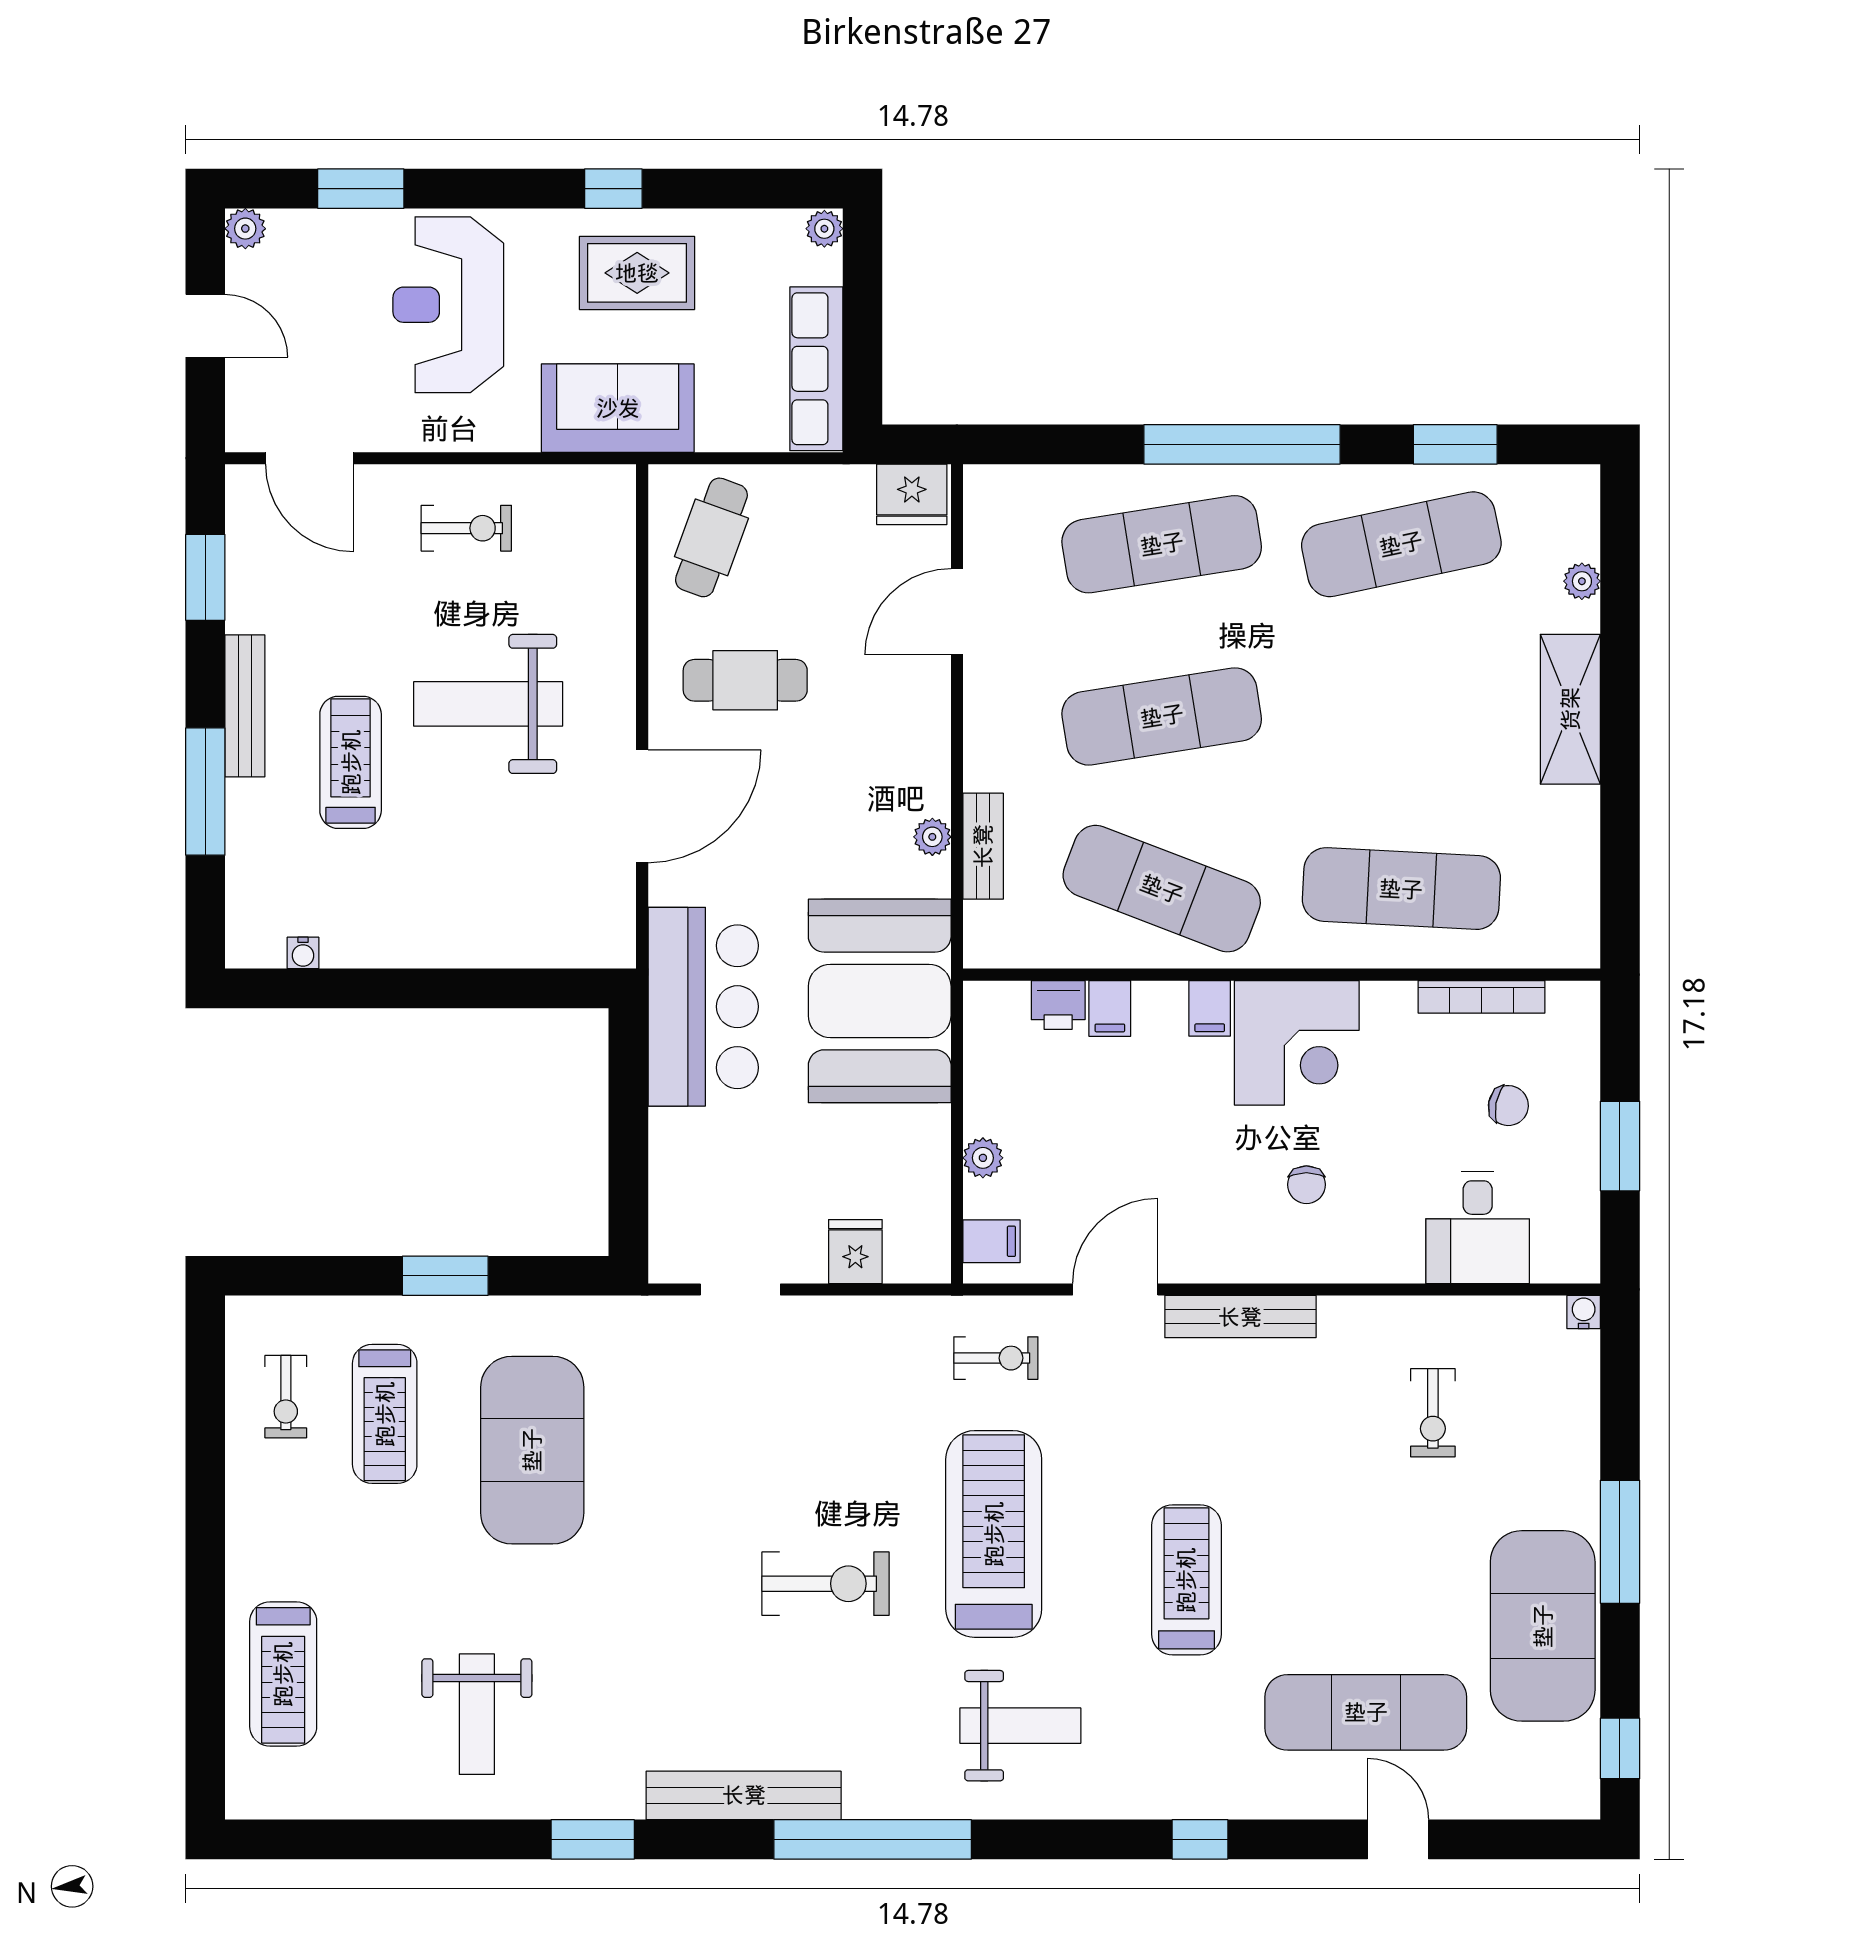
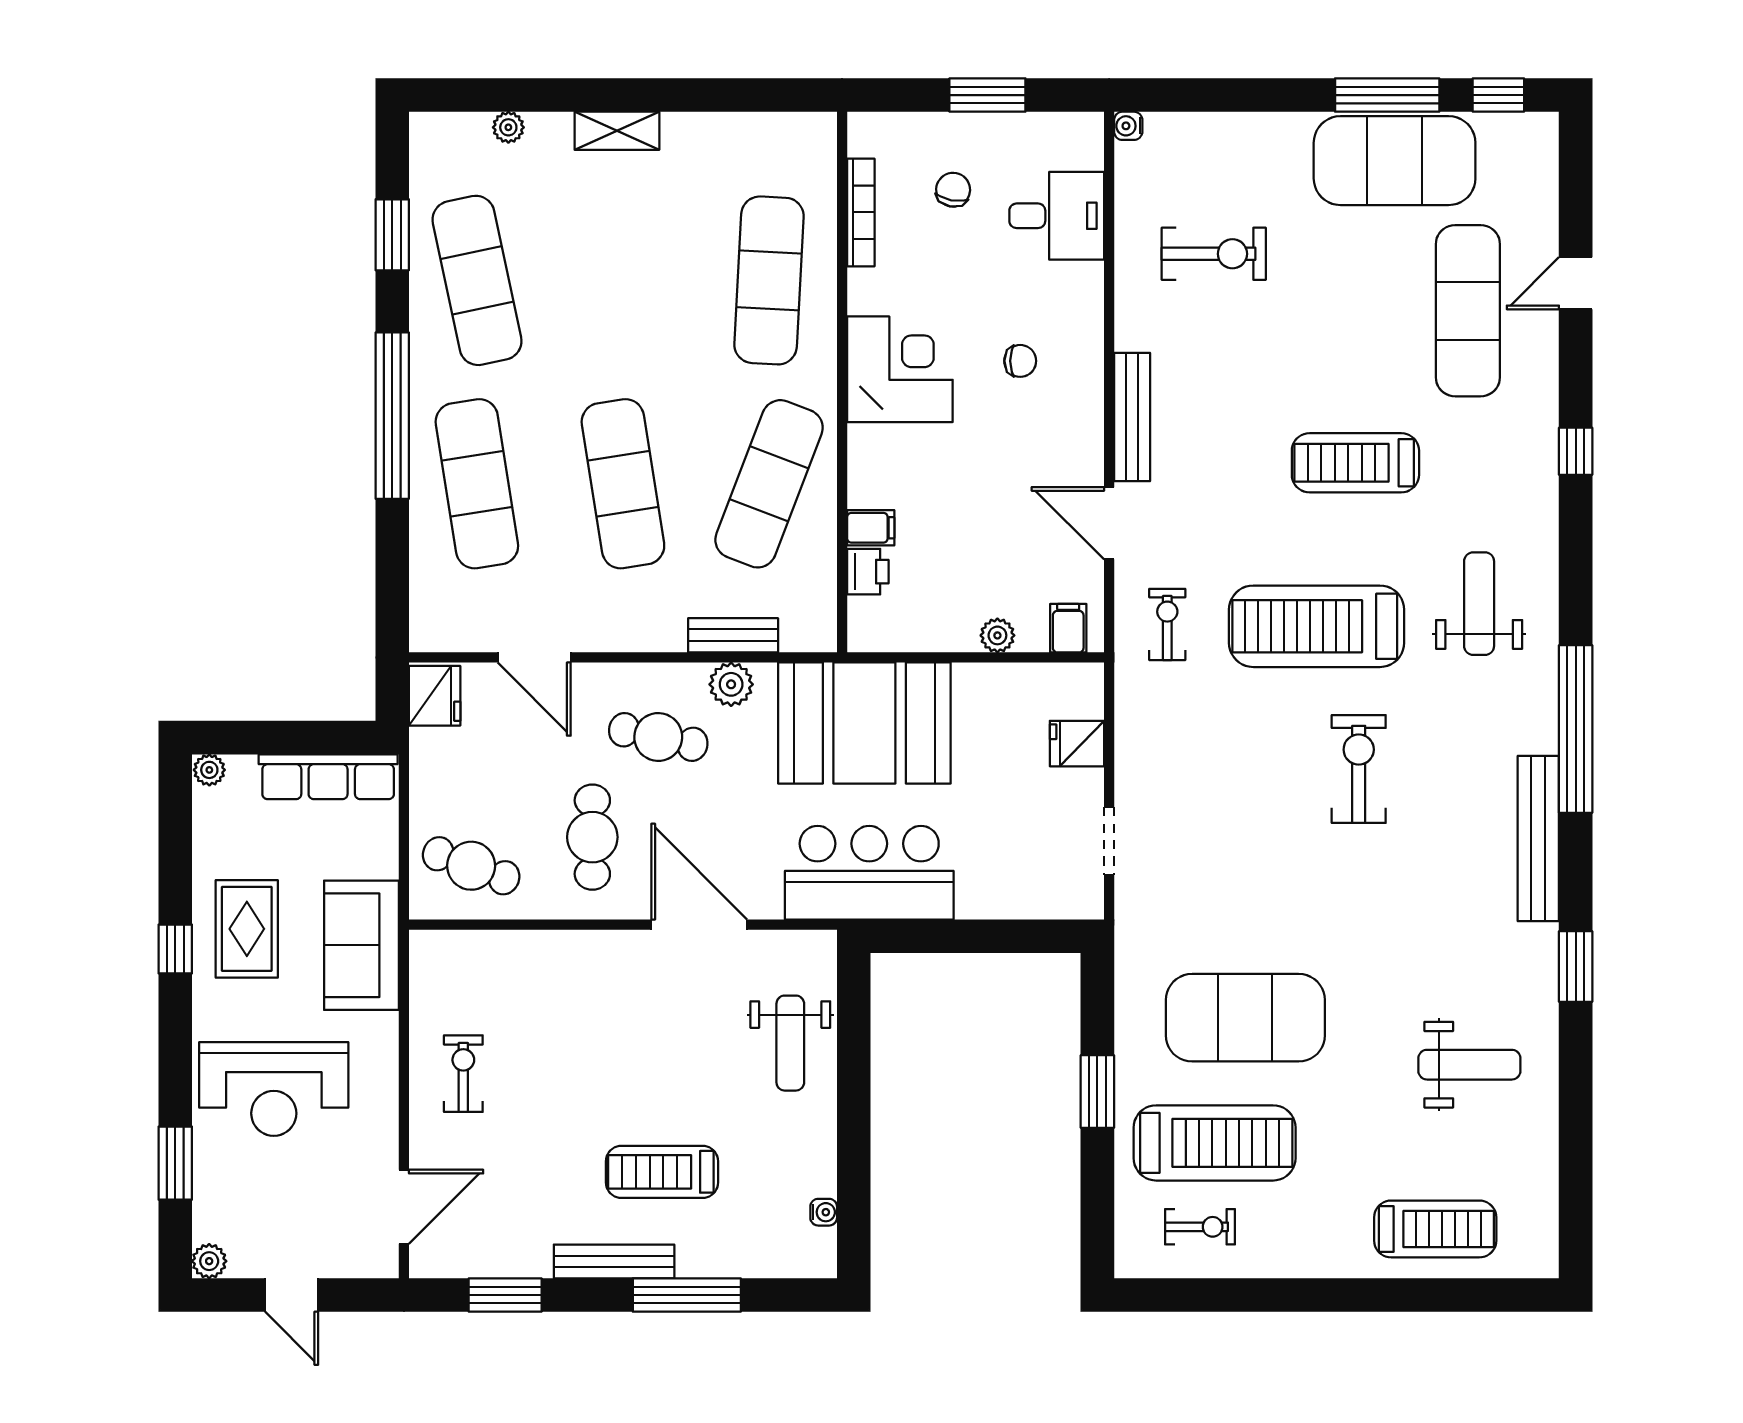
door: (205, 326) -> (292, 1295), swing flipped
weight bench: (488, 704) -> (790, 1043), moved, width x0.73, depth x0.75
shelving: (1570, 709) -> (617, 131), width x0.67, depth x0.75
cafe table: (863, 758) -> (658, 737), added
plant: (932, 837) -> (731, 684), width x1.38, depth x1.38
filing cabinet: (1210, 1008) -> (871, 443), removed
exercise bike: (1433, 1413) -> (1214, 254), width x1.38, depth x1.39
treadmill: (385, 1414) -> (1215, 1143), width x1.37, depth x1.38
window: (1620, 1542) -> (1387, 95), moved

